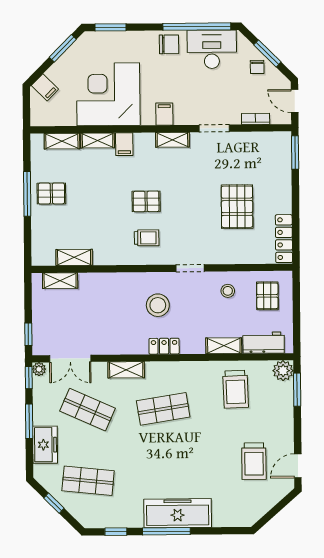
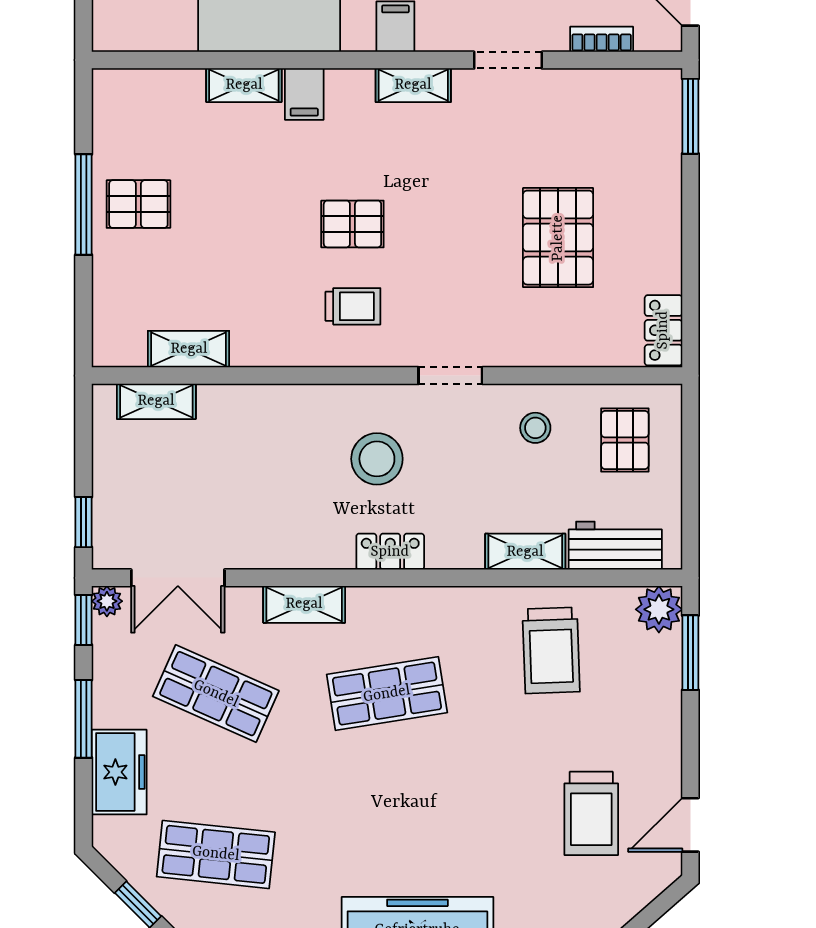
shelving: (62, 141) -> (163, 86), removed
locker: (284, 239) -> (663, 330), width x0.66

